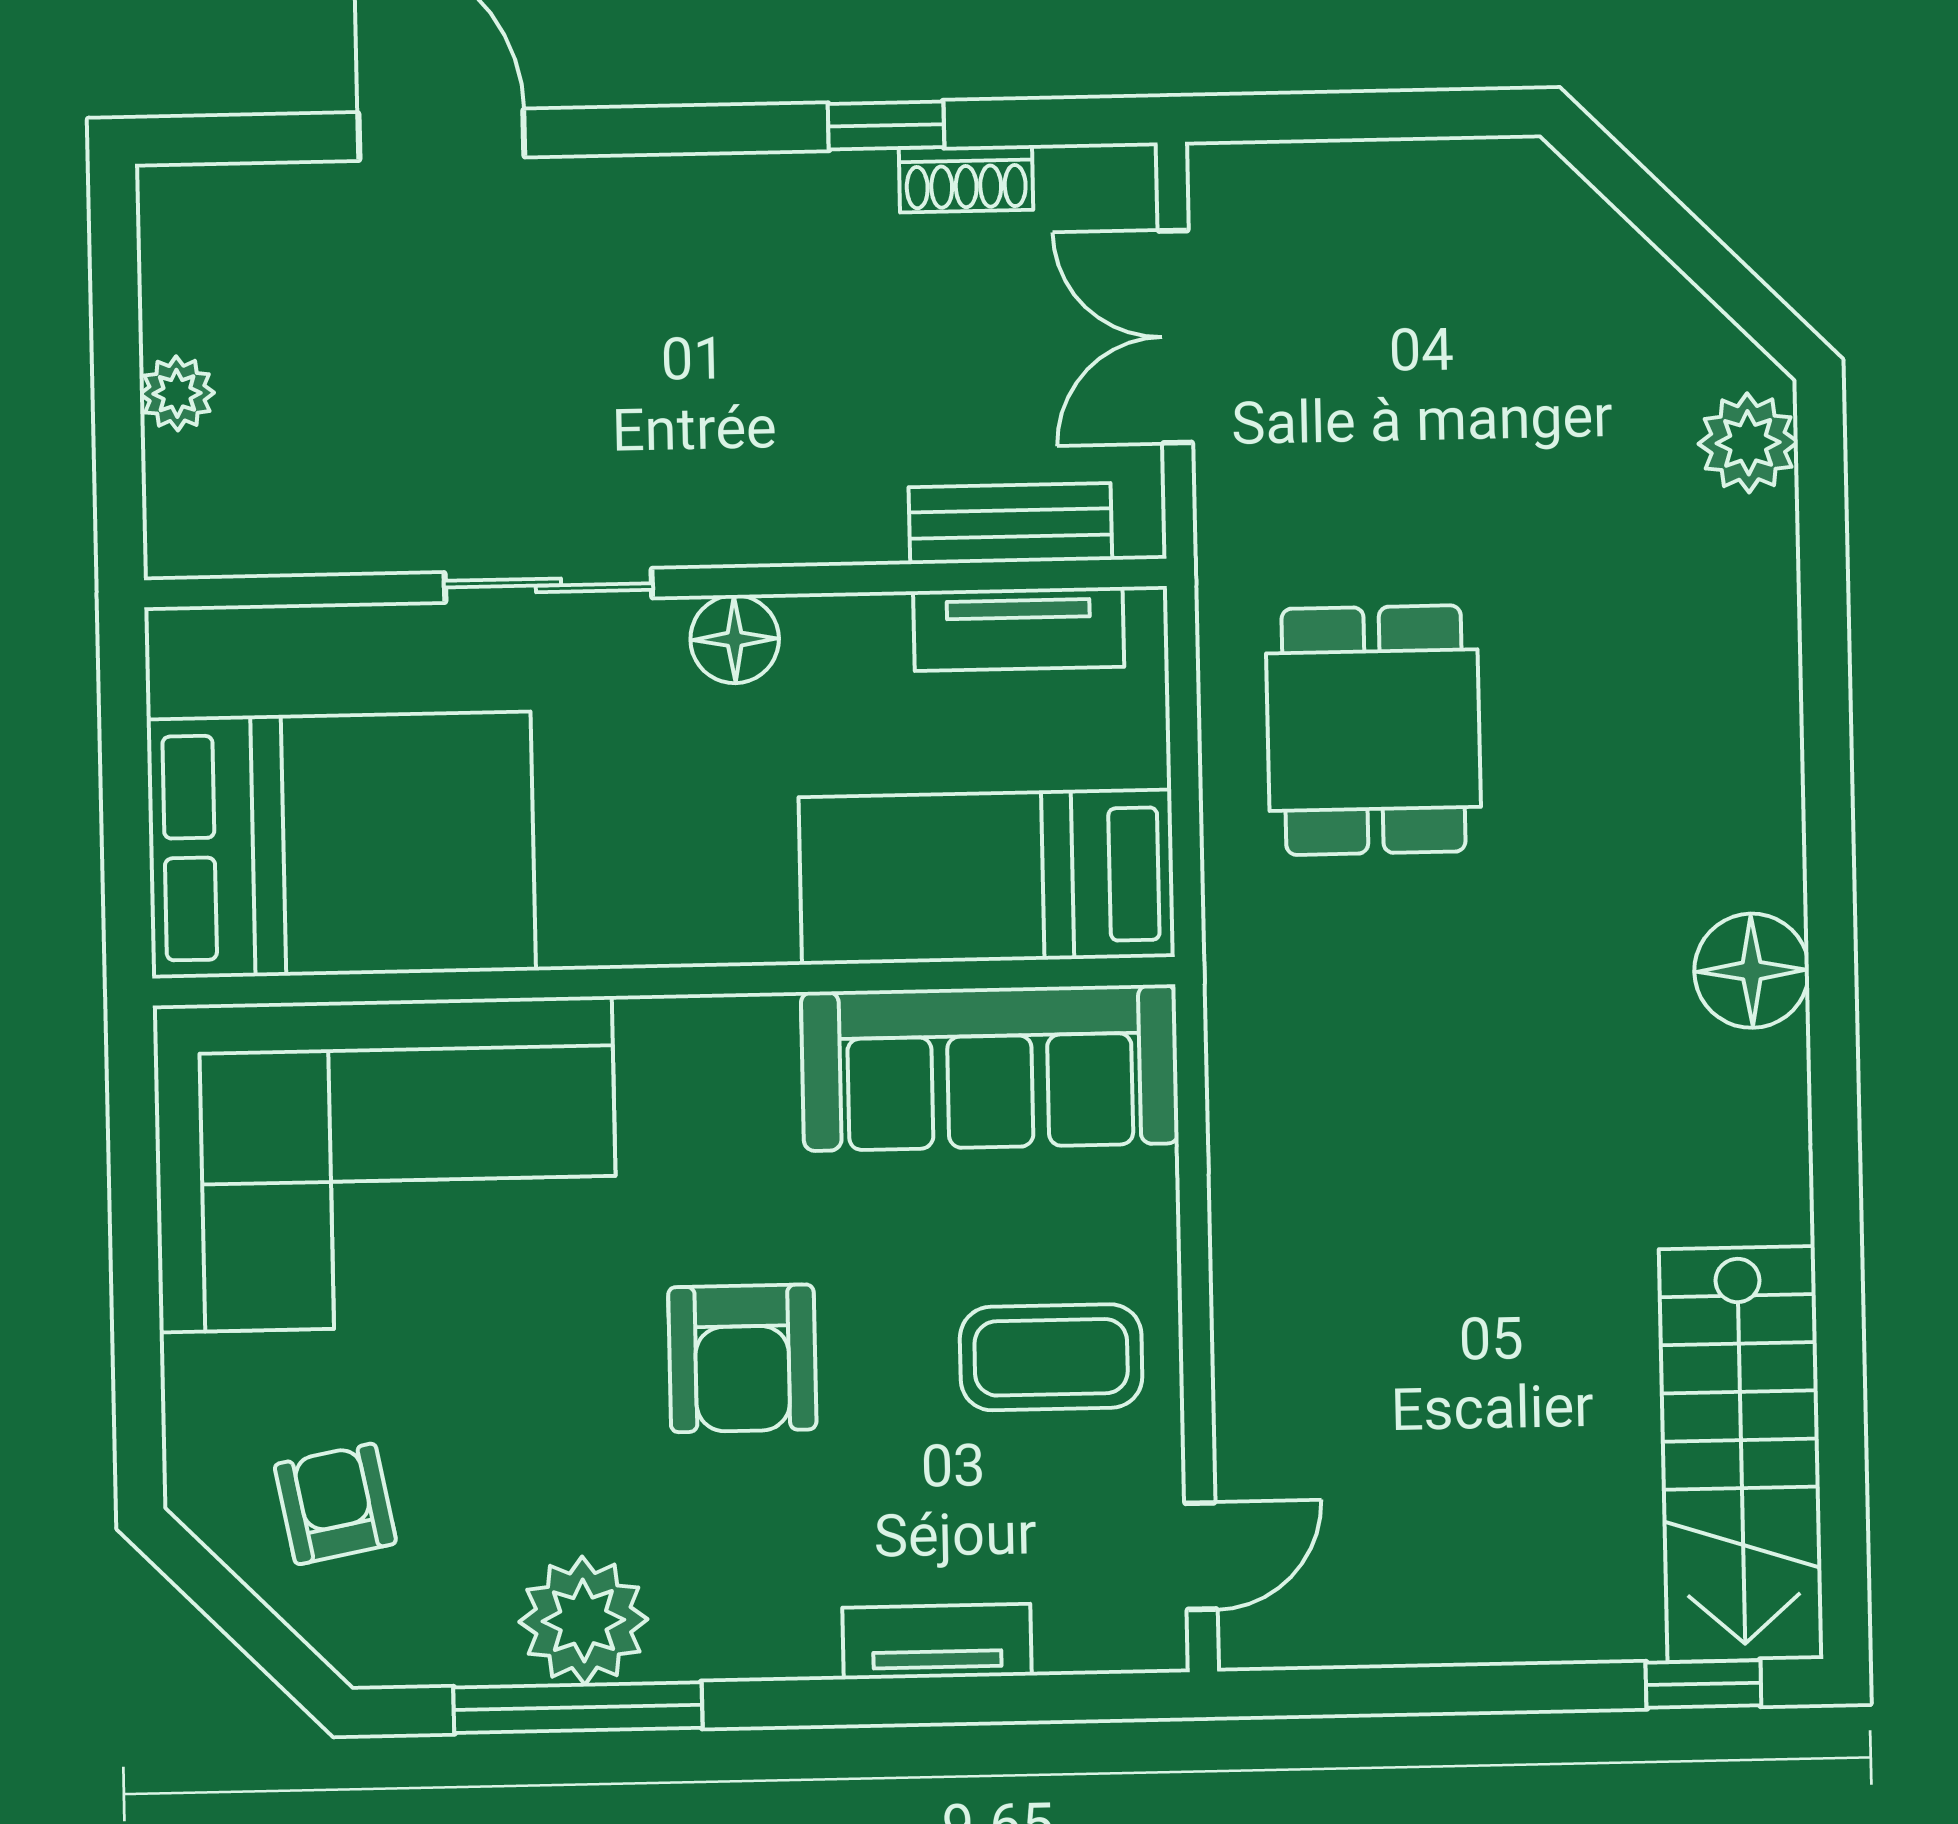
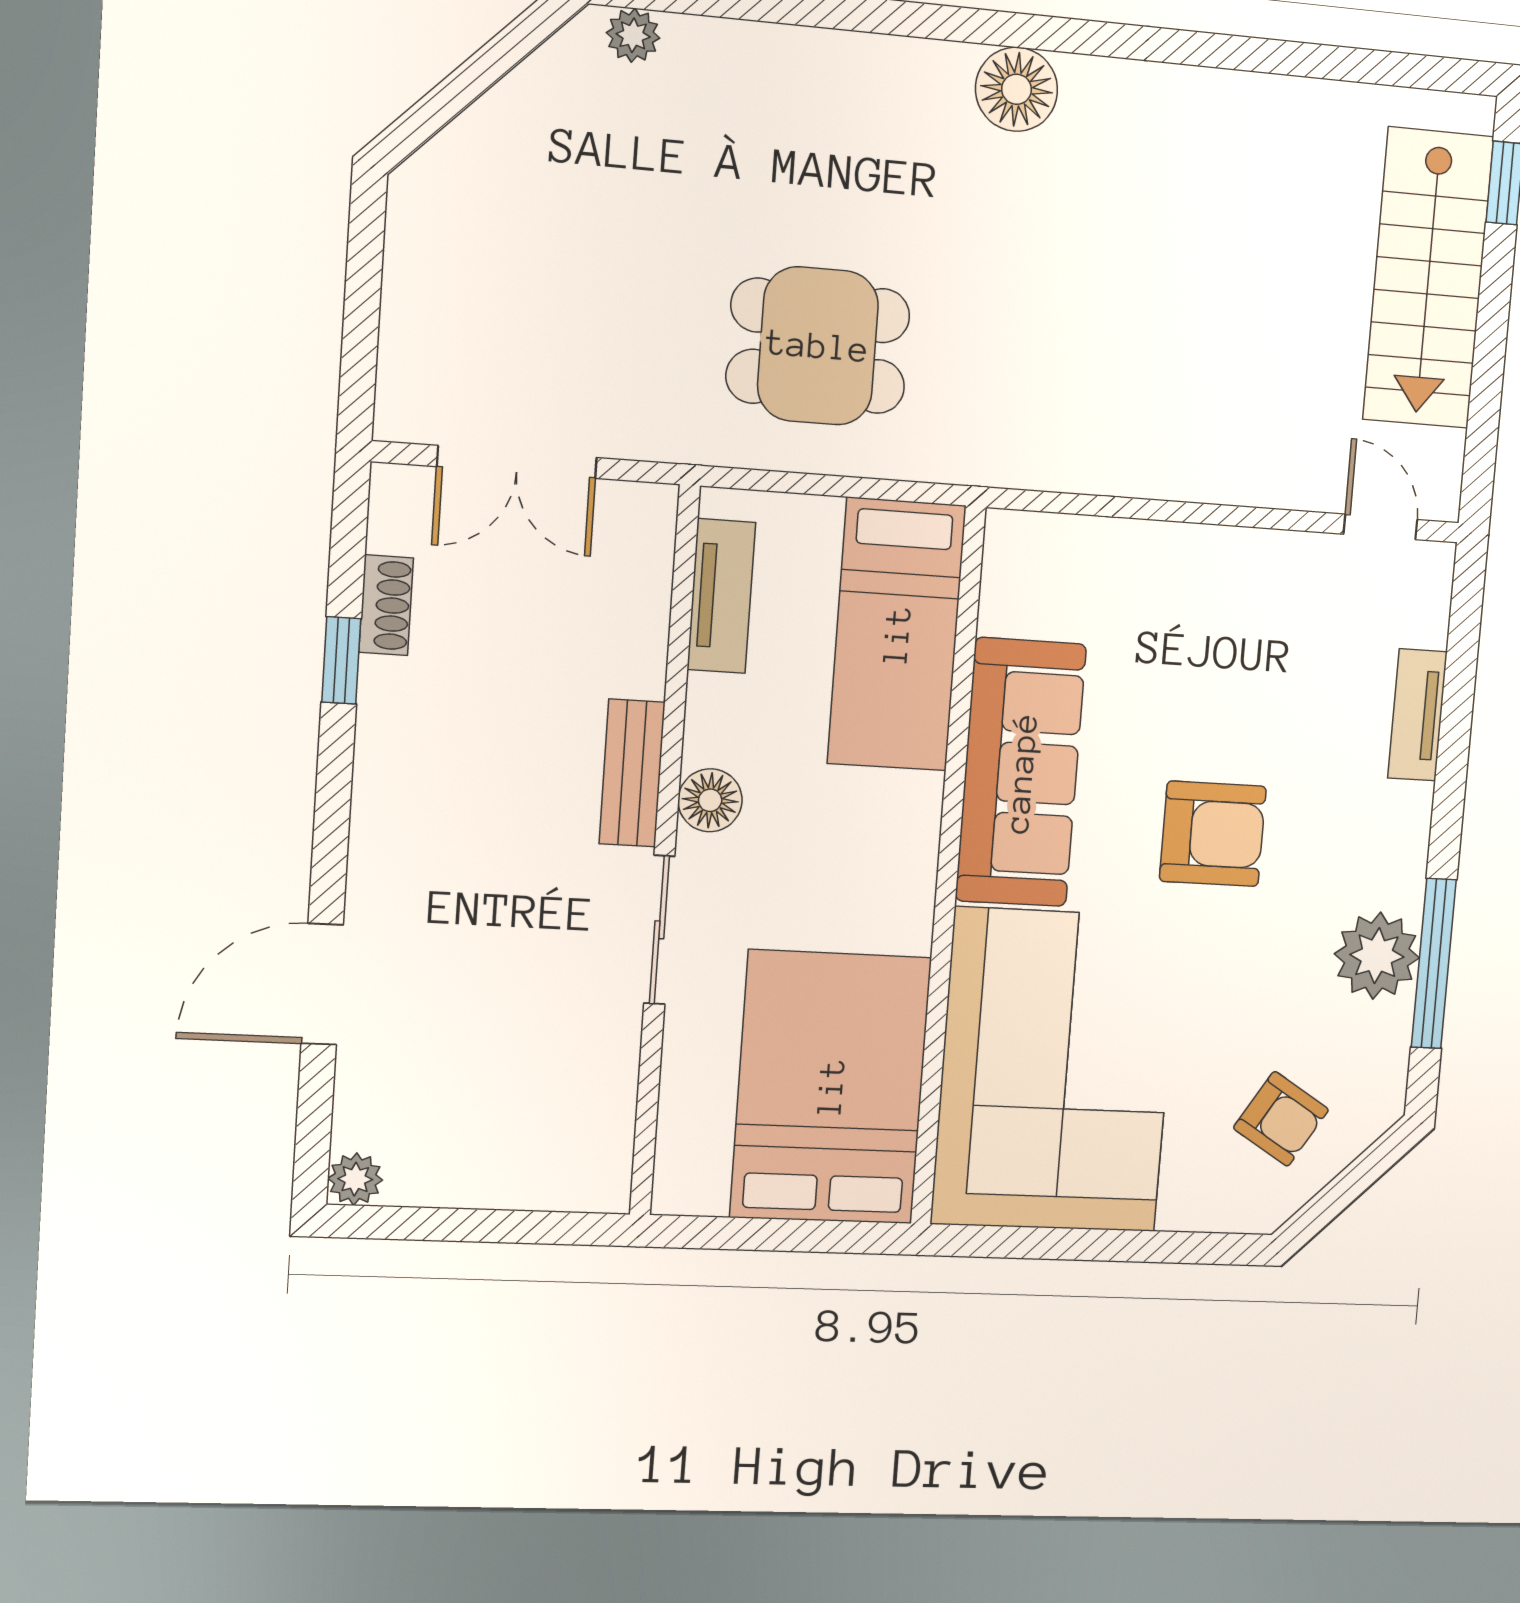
plant: (177, 393) -> (355, 1179), moved
plant: (1748, 443) -> (633, 35), width x0.73, depth x0.73
bench: (1010, 524) -> (632, 773), moved
sofa: (990, 1068) -> (1021, 773), moved
coffee table: (1051, 1357) -> (1235, 619), removed
stairs: (1741, 1454) -> (1428, 278), moved, turned 90
armchair: (335, 1504) -> (1281, 1119), turned -137

